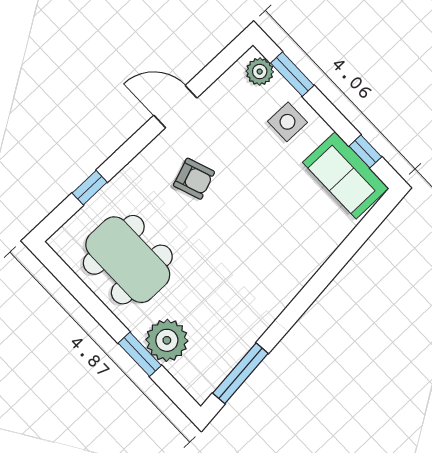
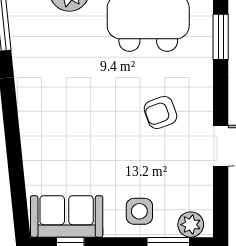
window: (90, 188) -> (221, 37), width x1.50

